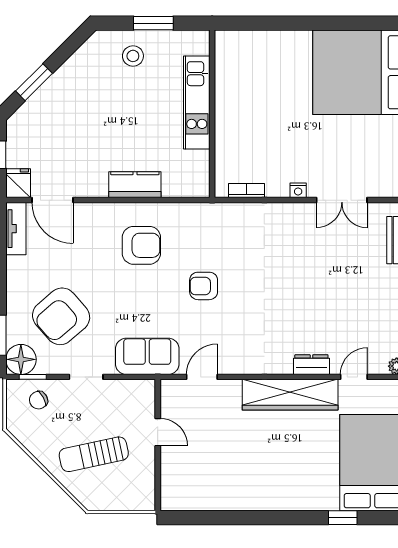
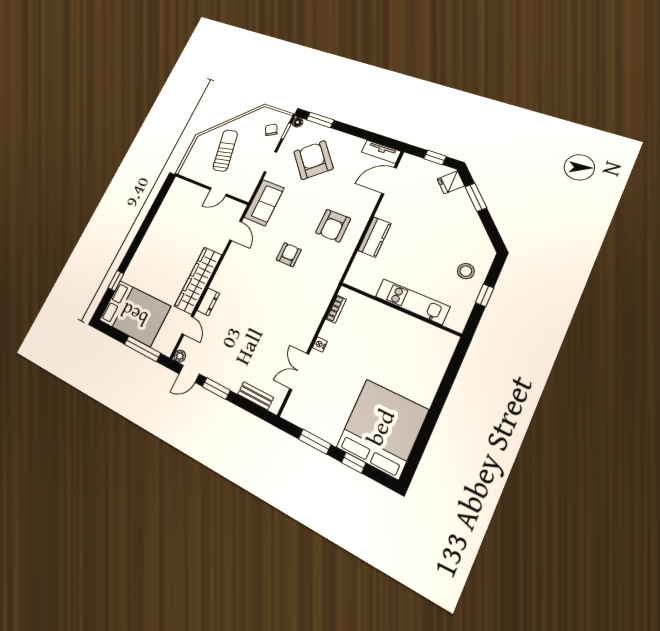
window: (153, 23) -> (485, 295), width x0.67
fridge: (18, 183) -> (451, 182), moved, turned 135
floor lamp: (21, 359) -> (298, 122), width x0.53, depth x0.53

